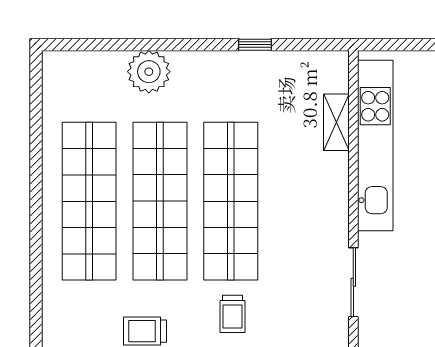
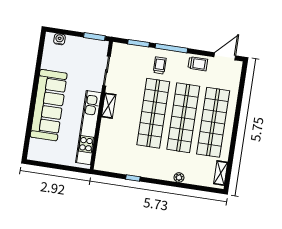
plant: (149, 72) -> (179, 178), width x0.53, depth x0.53
shelving: (54, 87) -> (221, 173), added
shelving: (336, 122) -> (109, 106), moved

